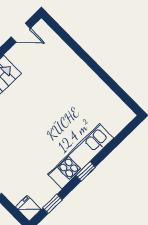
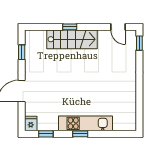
window: (57, 28) -> (139, 43), added

